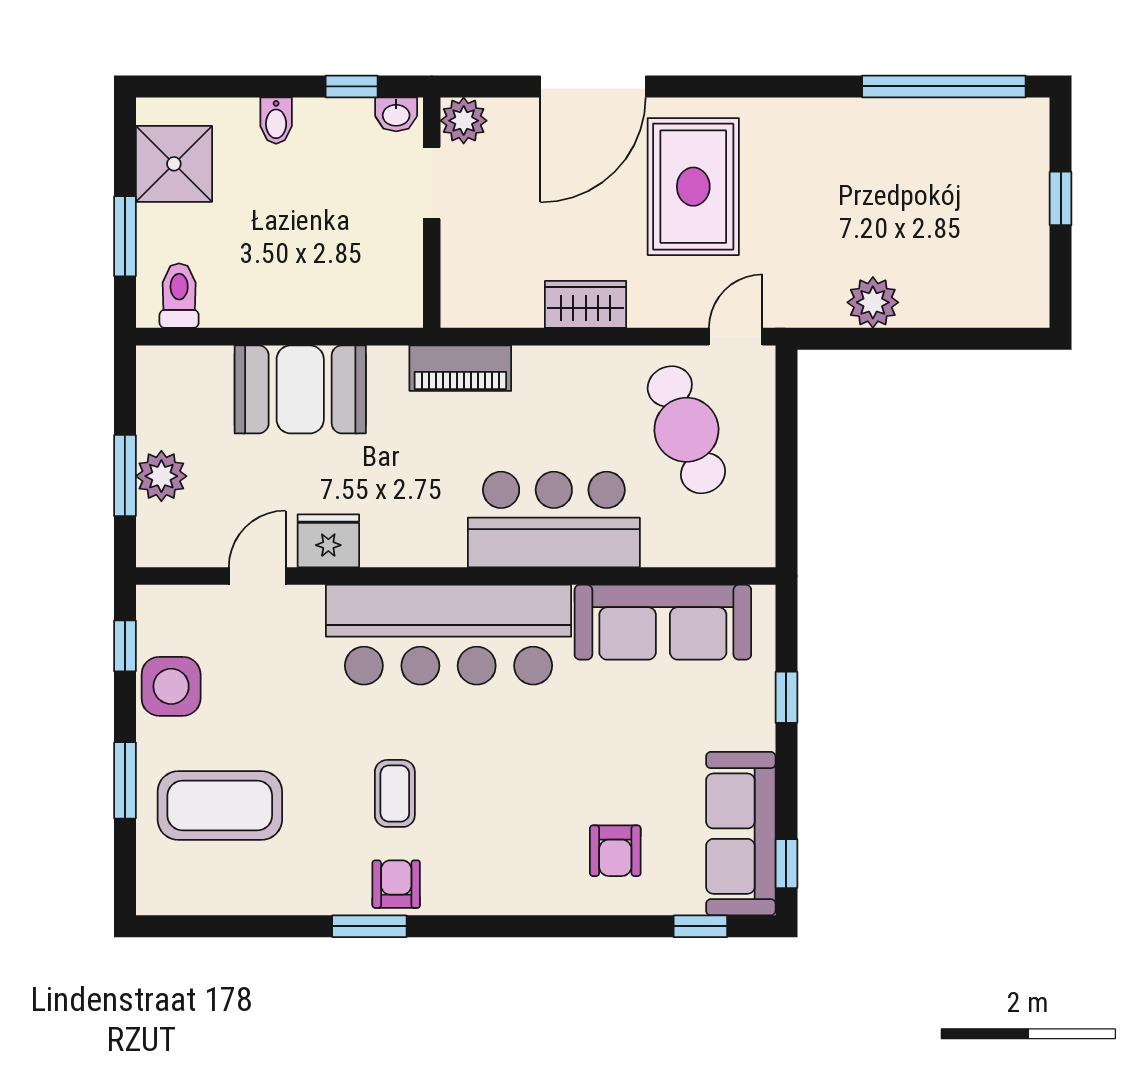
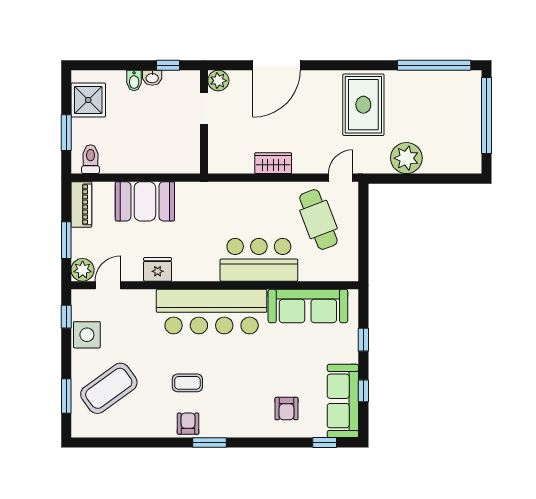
washbasin: (396, 114) -> (152, 78), moved
rug: (693, 187) -> (363, 105), moved
window: (1061, 198) -> (487, 116), width x3.17
plant: (873, 302) -> (406, 158), width x1.36, depth x1.36
piano: (460, 368) -> (81, 204), moved, turned -90
plant: (161, 476) -> (83, 270), moved
door: (257, 576) -> (108, 285), moved
window: (125, 780) -> (66, 396), moved
coffee table: (395, 793) -> (187, 383), turned 90
coffee table: (220, 806) -> (109, 388), turned -36
window: (786, 864) -> (363, 391), moved
window: (369, 926) -> (209, 443), moved

